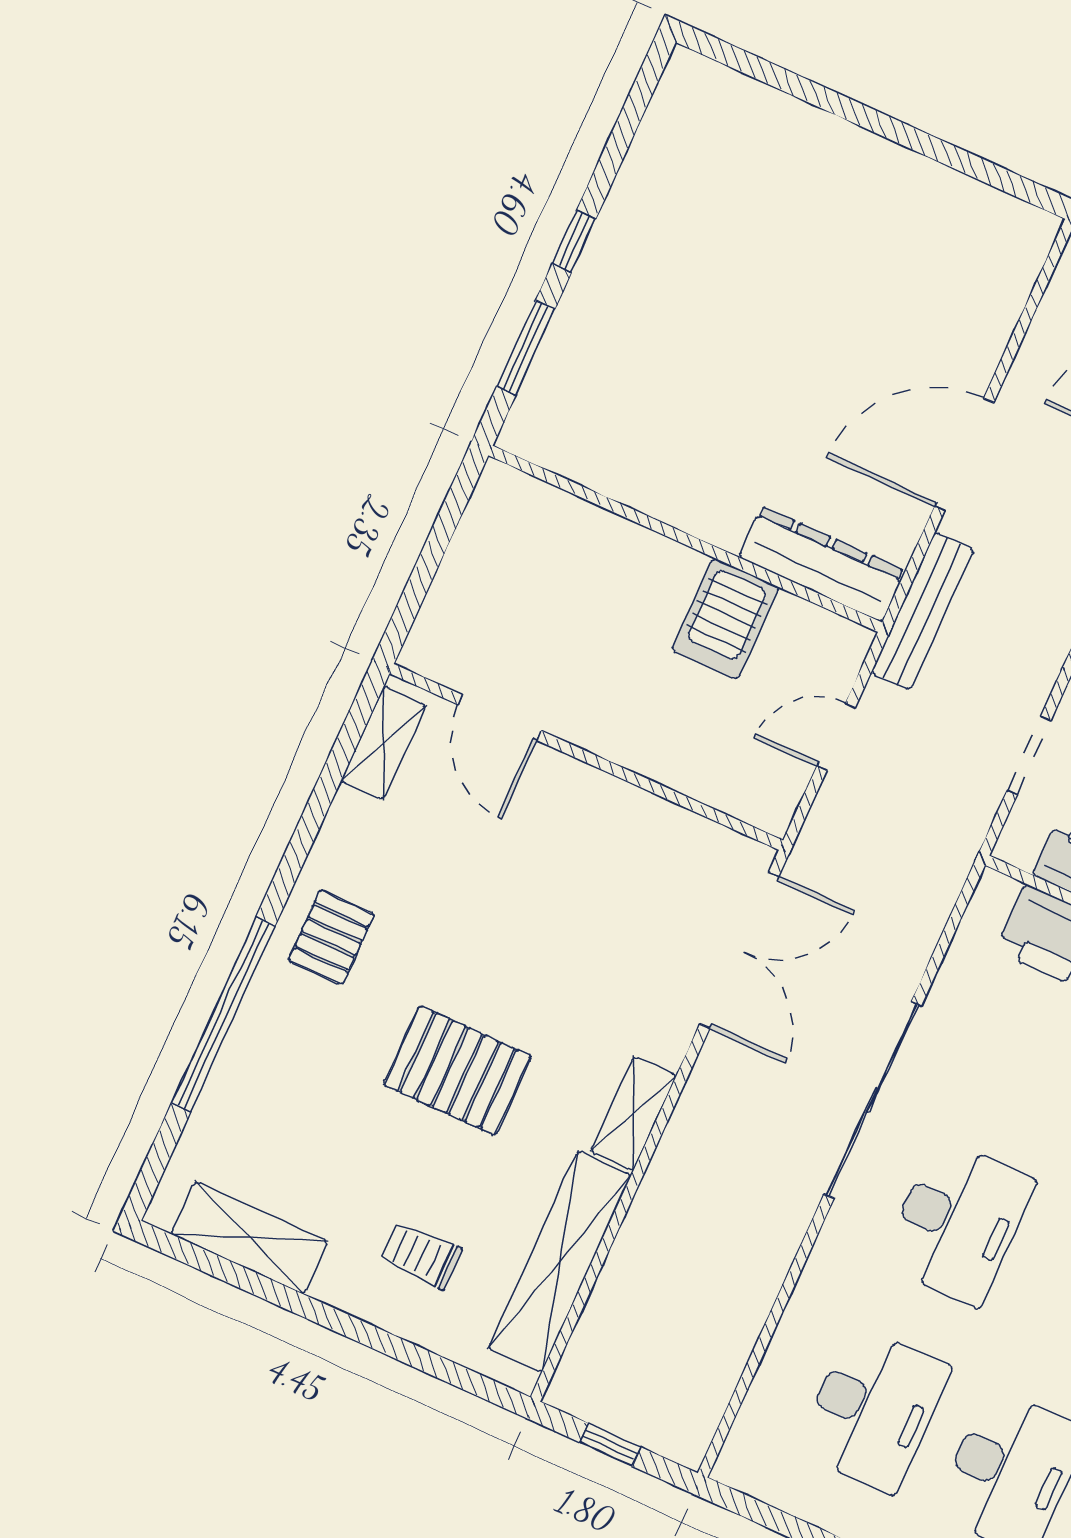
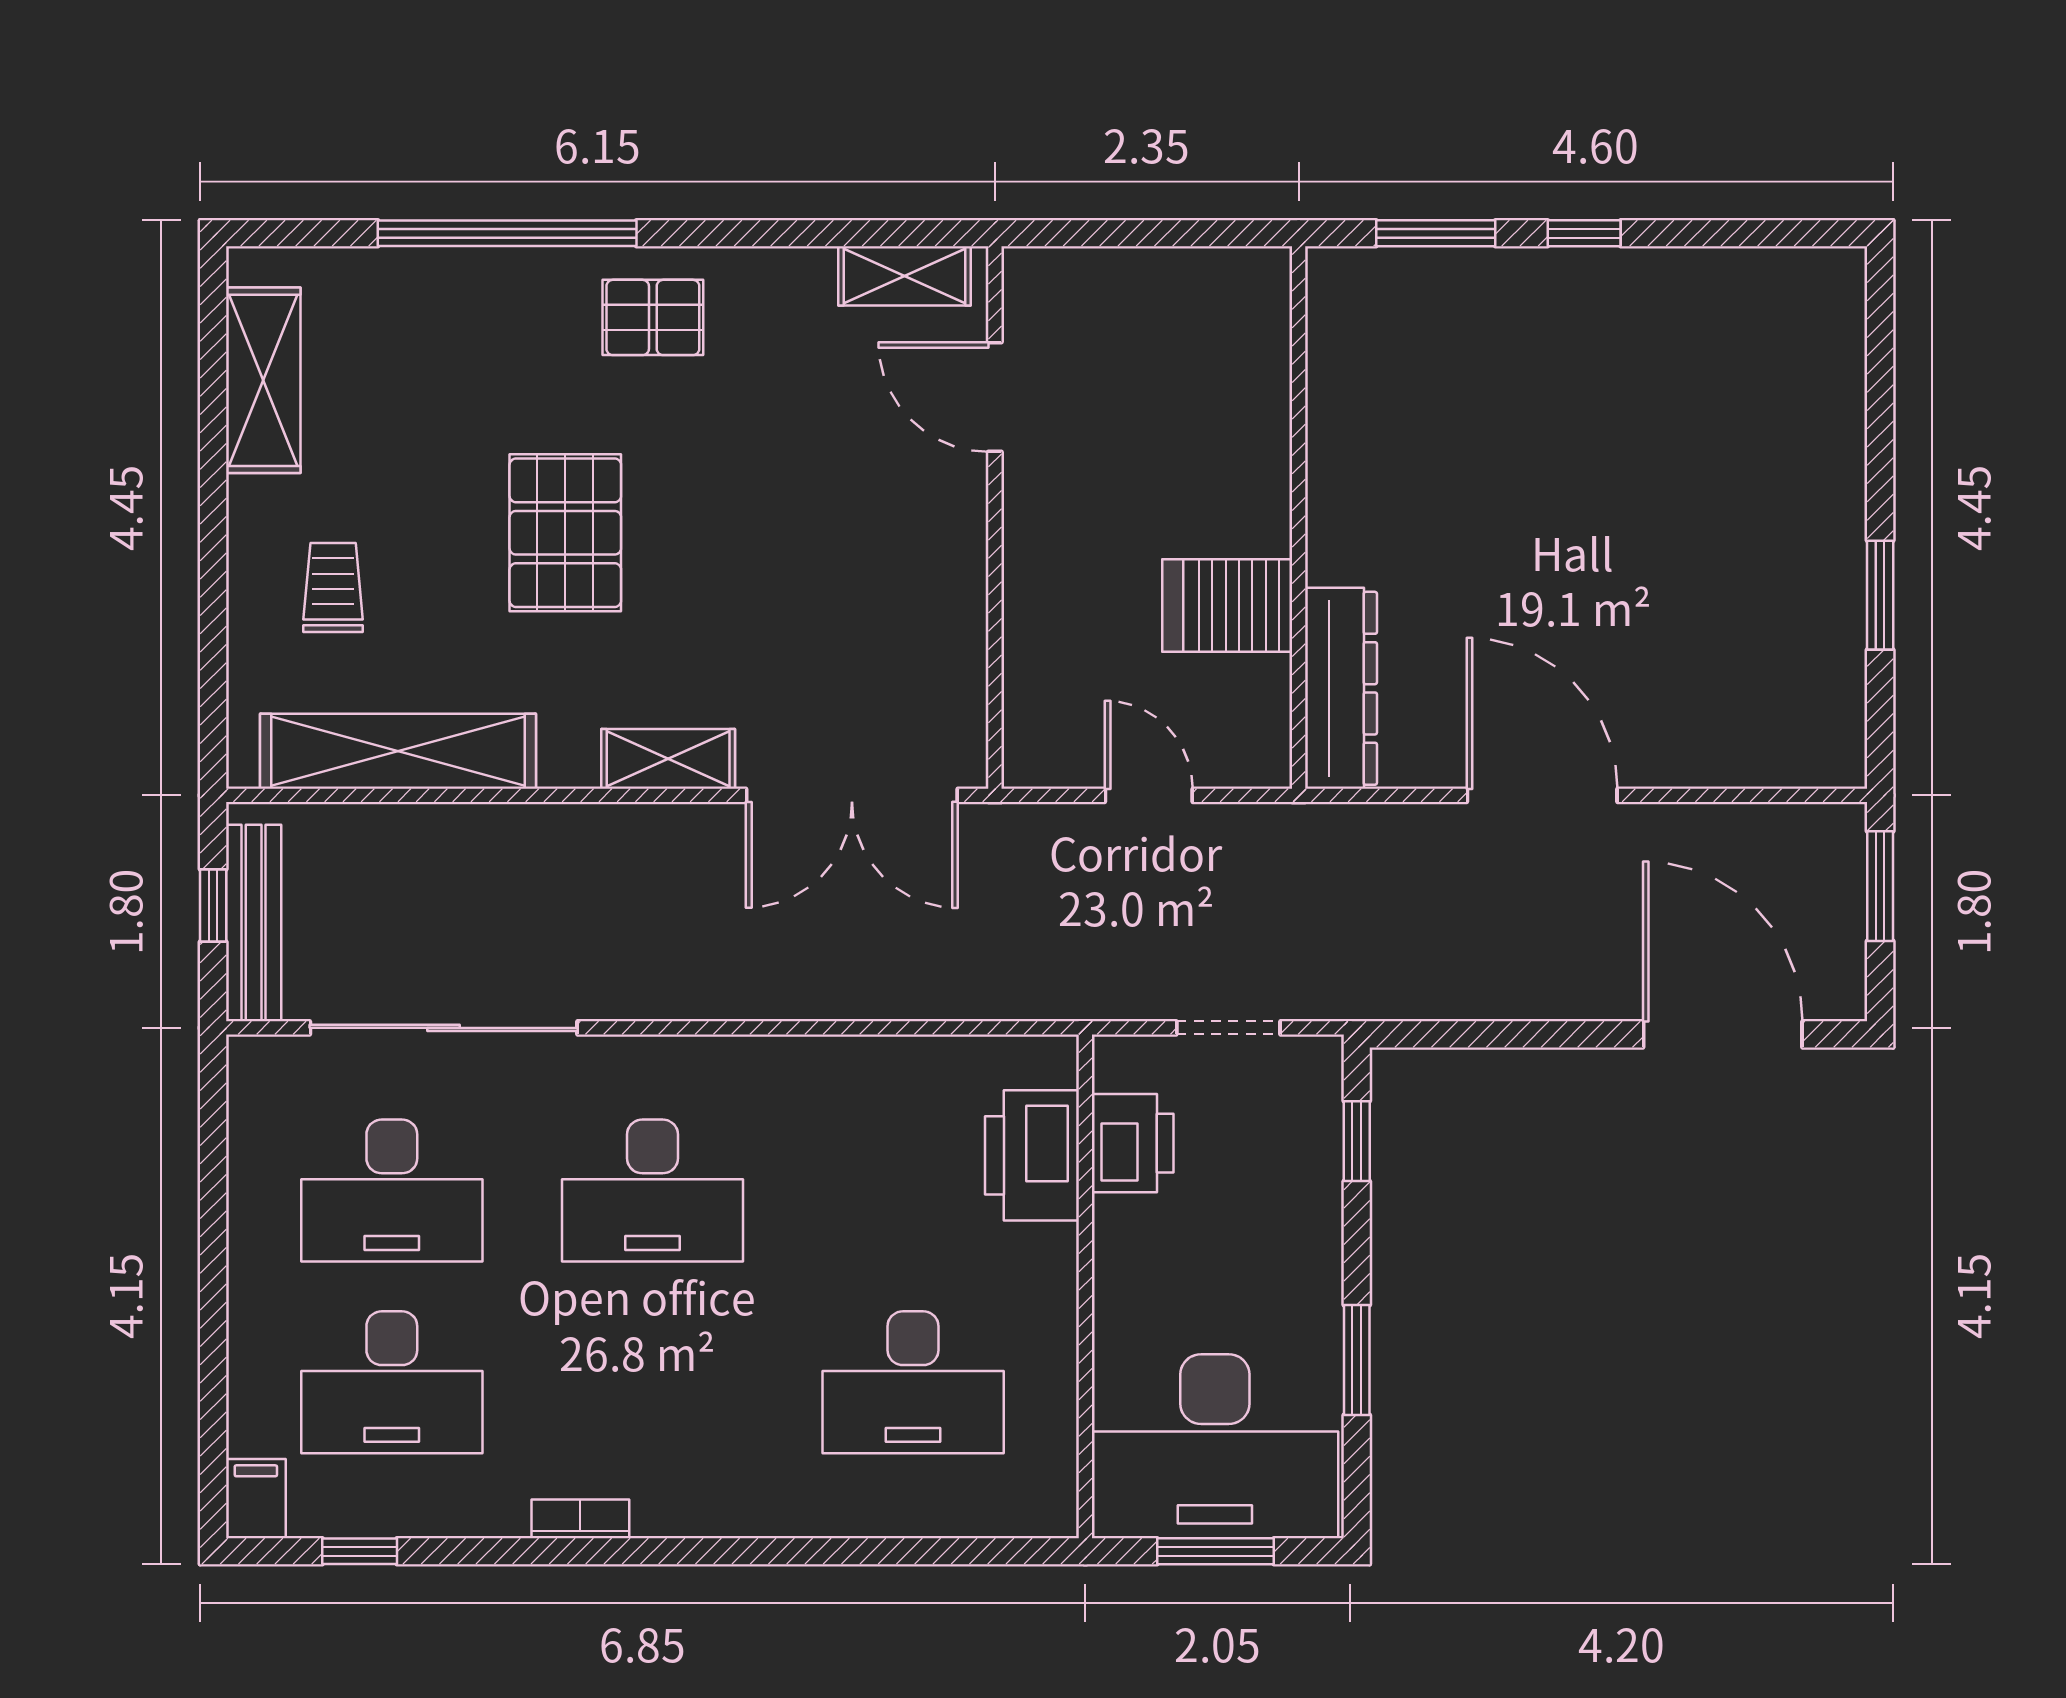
window: (930, 146) -> (1880, 595), added
bench: (923, 611) -> (254, 923), moved, turned 90
door: (500, 718) -> (995, 397), hinge flipped
sliding door: (873, 1100) -> (444, 1028), moved
shelving: (634, 1113) -> (668, 759), moved

